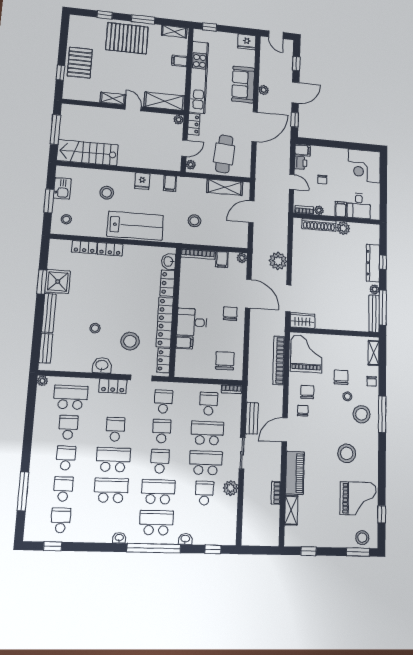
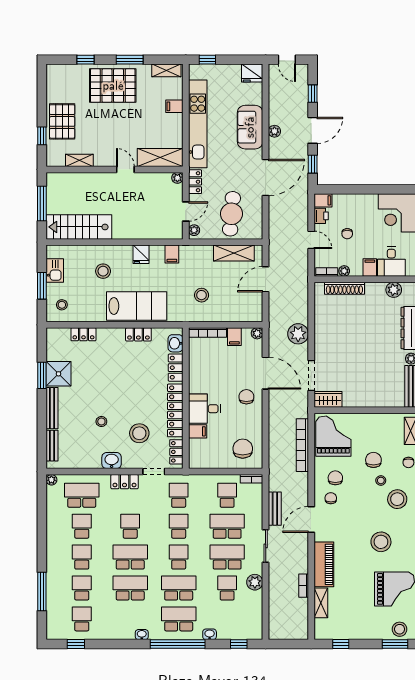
shelving: (113, 98) -> (79, 160), moved
plant: (343, 228) -> (394, 290), moved
locker: (110, 249) -> (138, 334), moved

